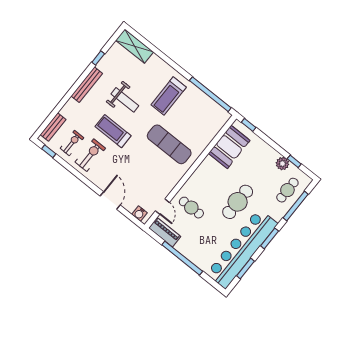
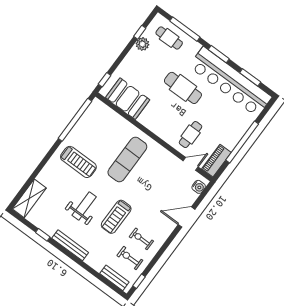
exercise bike: (90, 155) -> (141, 239), width x0.73, depth x0.72

